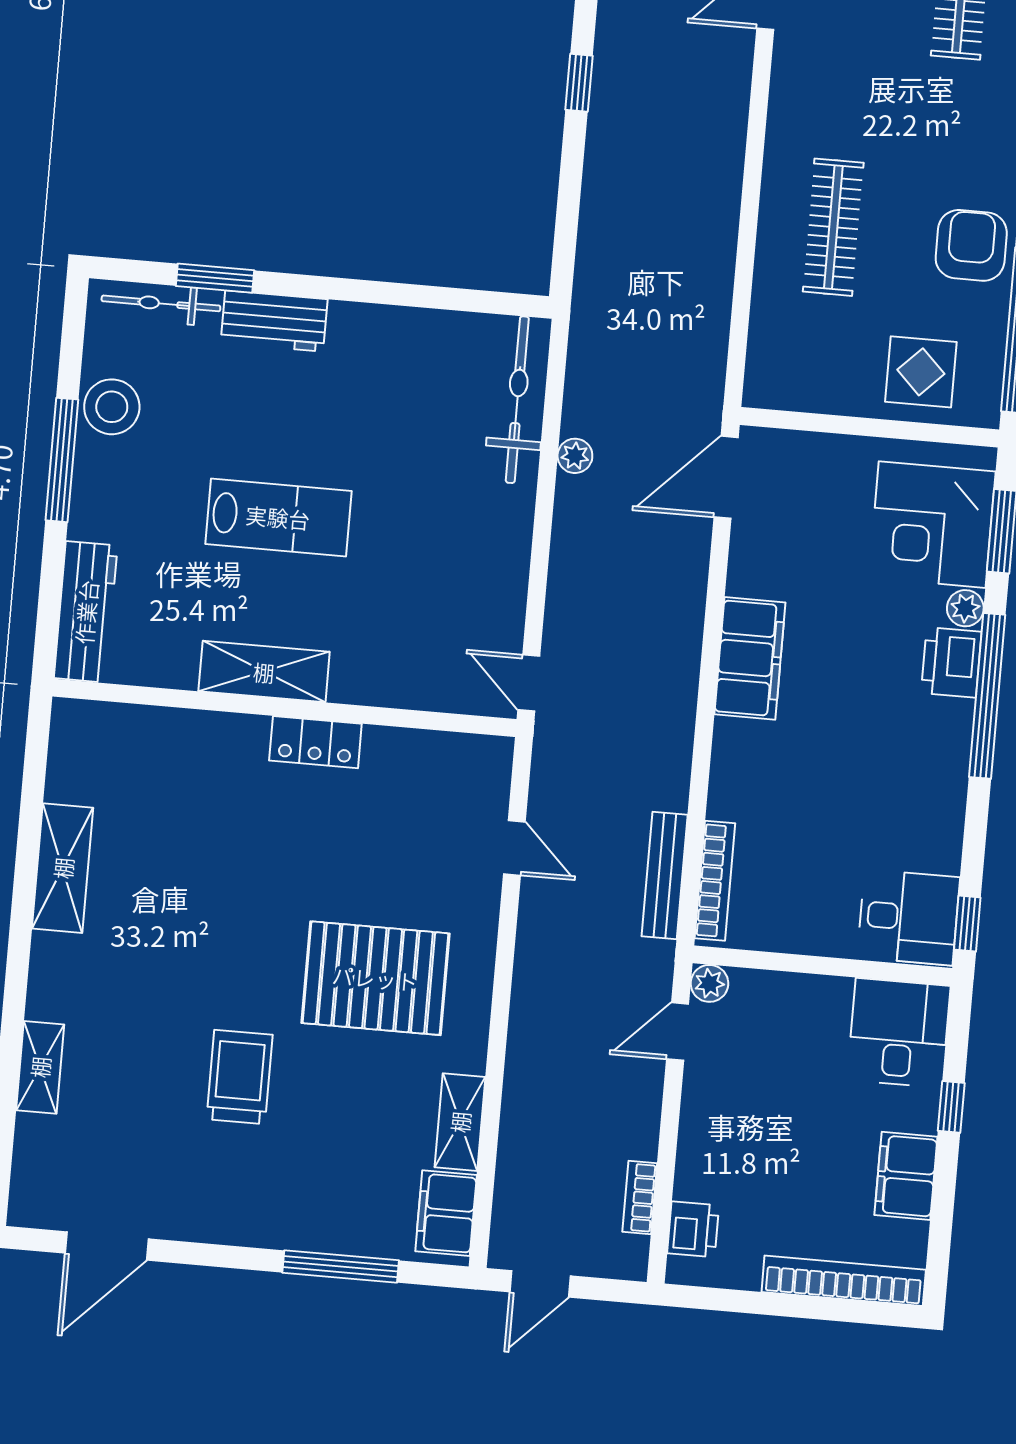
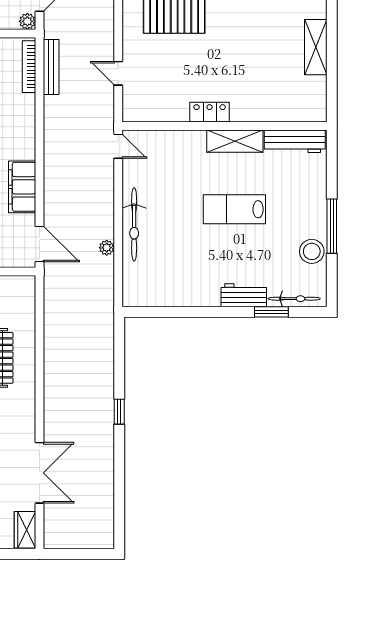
bicycle: (517, 400) -> (134, 224), moved
door: (726, 477) -> (40, 244), hinge flipped
workbench: (86, 612) -> (295, 141), moved, turned -90
filing cabinet: (750, 658) -> (22, 187), moved

